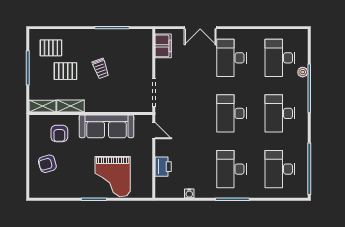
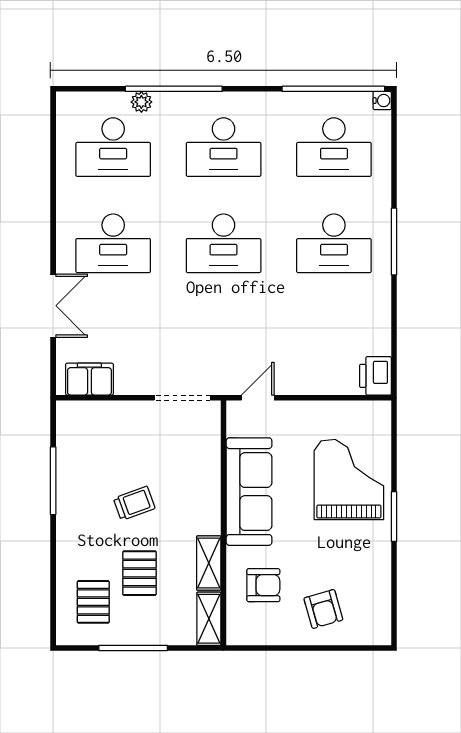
printer: (163, 167) -> (375, 376), moved, turned -90
grand piano: (113, 177) -> (349, 479), turned -90
water cooler: (189, 193) -> (382, 101), moved

